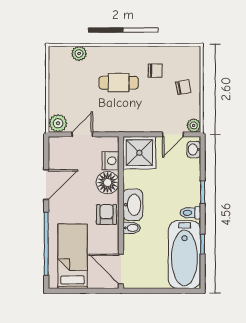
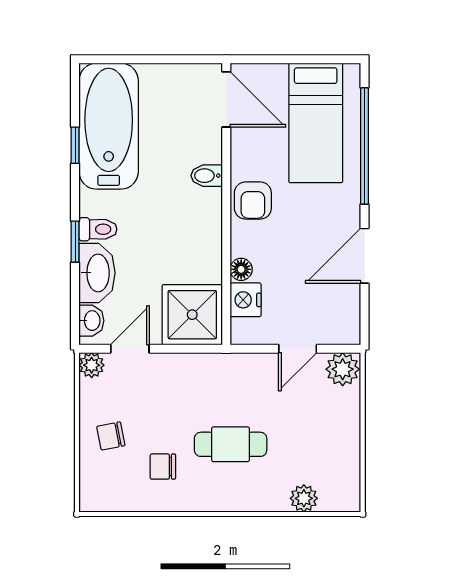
floor lamp: (108, 183) -> (241, 269), width x0.53, depth x0.53
washbasin: (133, 205) -> (97, 273), moved, turned 180
toilet: (190, 213) -> (98, 229), moved

